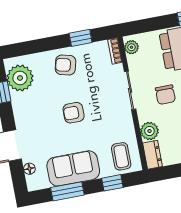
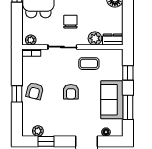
window: (81, 38) -> (17, 94), moved
plant: (20, 78) -> (38, 131), width x0.53, depth x0.53
chair: (165, 95) -> (70, 22), turned -90
coffee table: (121, 156) -> (89, 64), moved

